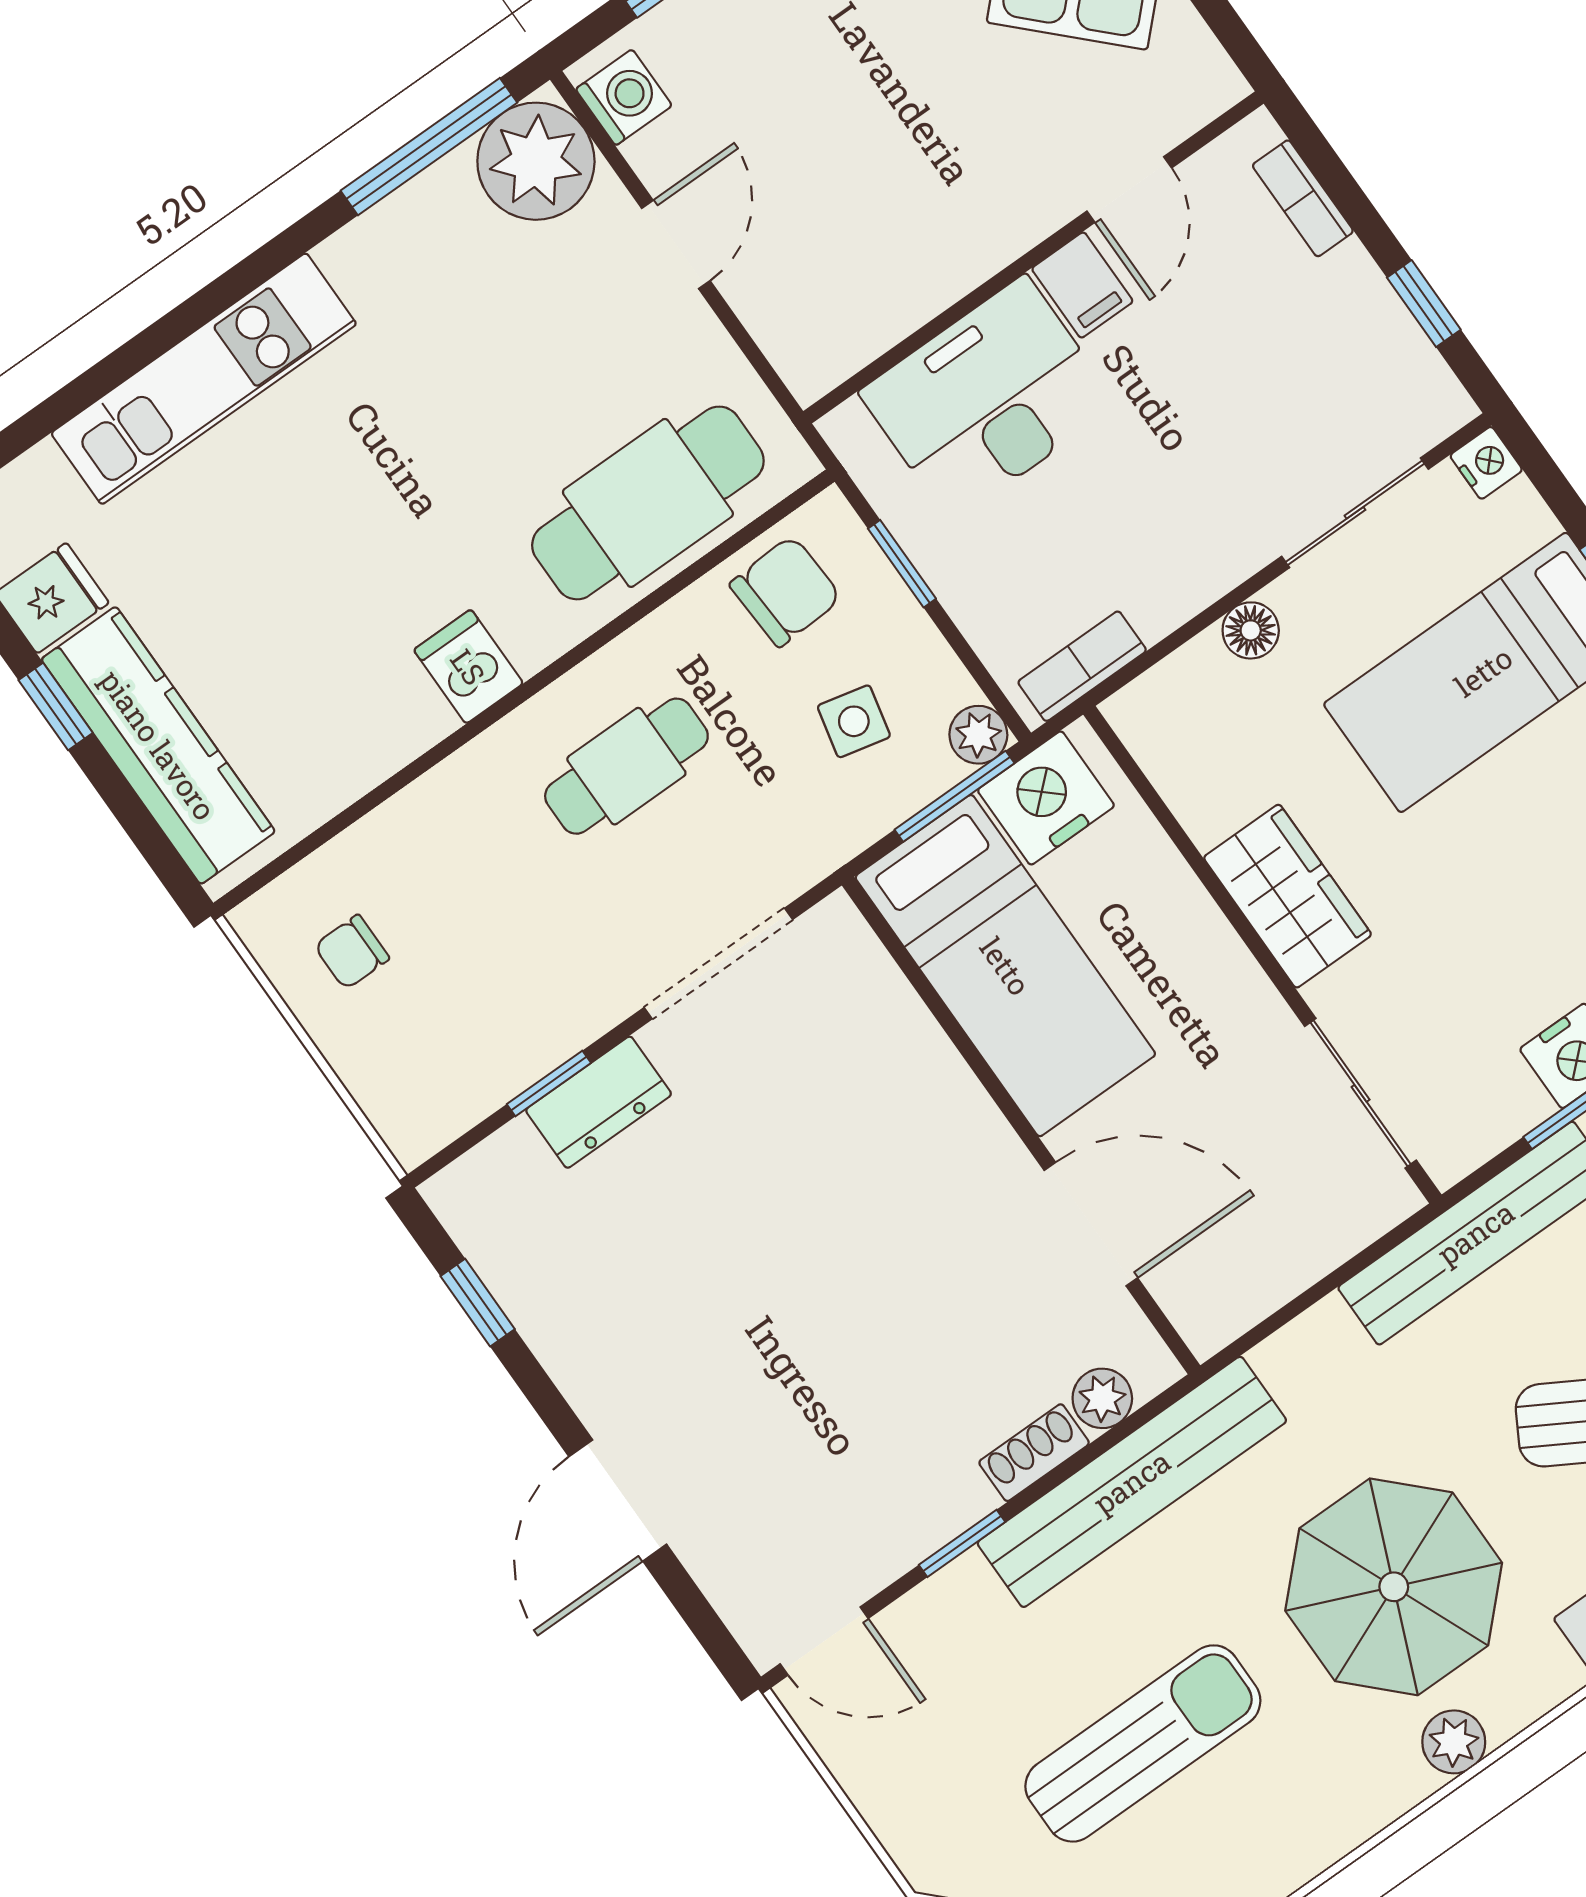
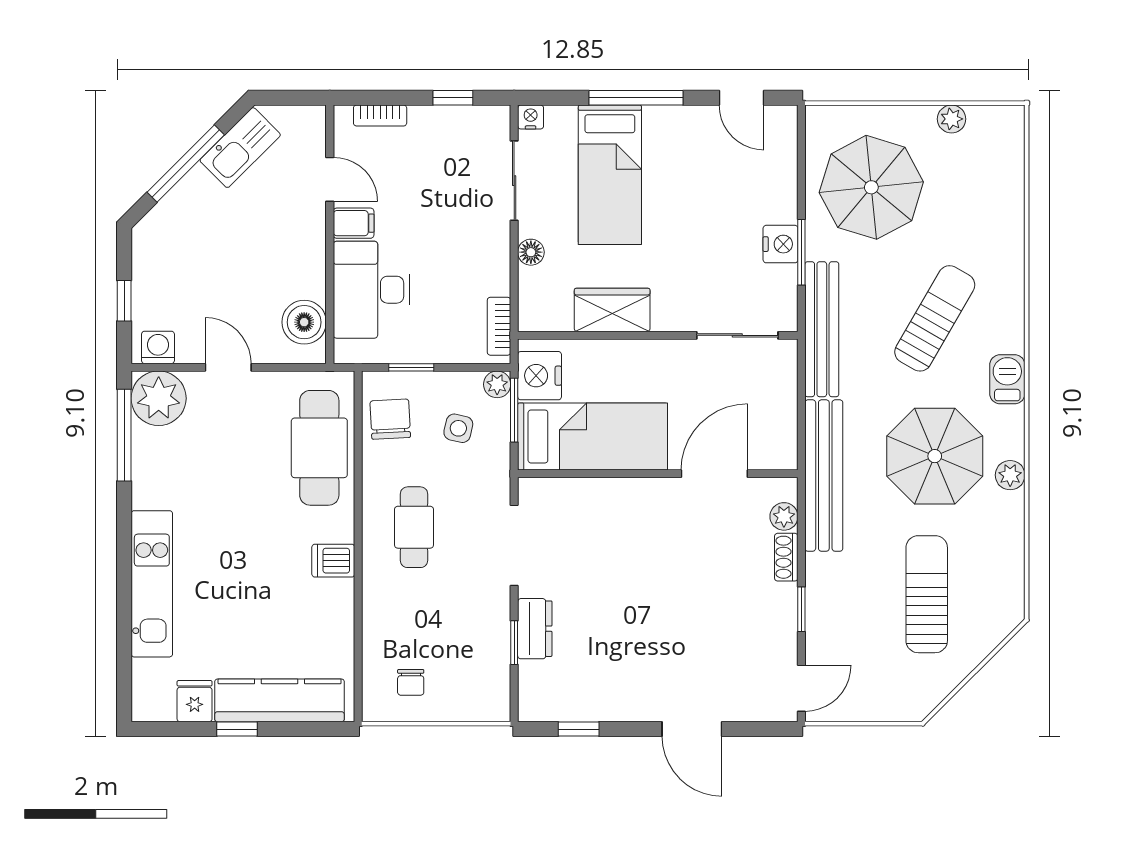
boiler: (849, 321) -> (304, 322), added
wardrobe: (1288, 896) -> (612, 310), moved
bench: (1132, 1482) -> (824, 476), moved

